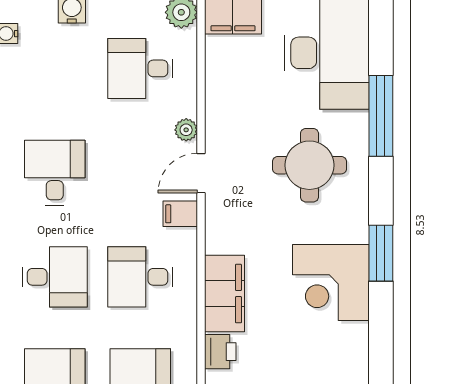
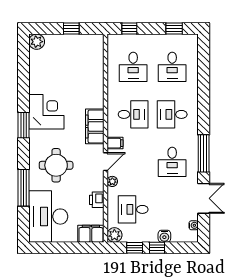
desk: (140, 68) -> (133, 209), turned 180
filing cabinet: (225, 294) -> (95, 126), moved
printer: (220, 352) -> (97, 200), moved

